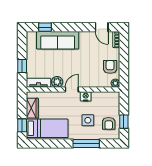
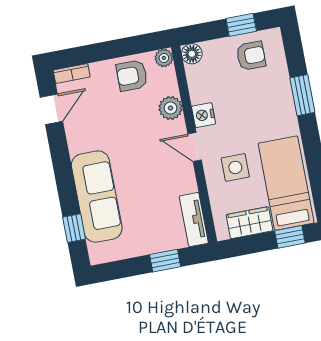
plant: (57, 82) -> (171, 108), moved
floor lamp: (115, 96) -> (192, 54), added
side table: (88, 120) -> (235, 167), moved
window: (86, 144) -> (302, 95), width x0.69

